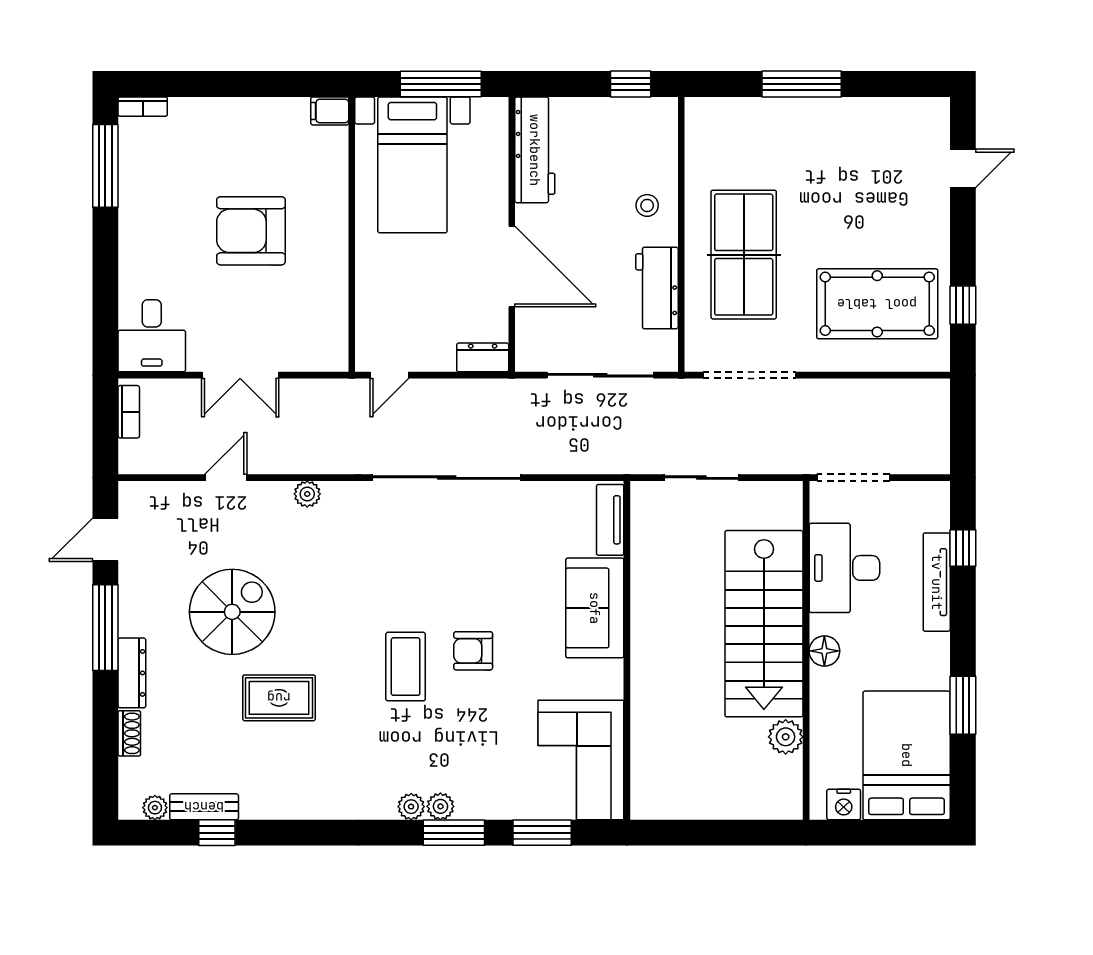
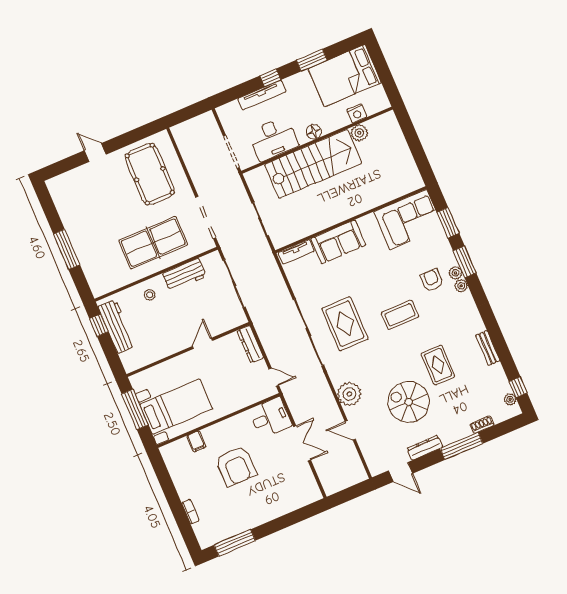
bookcase: (143, 107) -> (190, 512), moved
filing cabinet: (330, 111) -> (196, 441), moved
workbench: (535, 150) -> (117, 326), moved, turned 90
door: (963, 168) -> (95, 153), moved
door: (512, 266) -> (202, 343), width x0.53
window: (963, 305) -> (134, 136), removed
desk: (152, 336) -> (270, 418), moved
dresser: (483, 357) -> (250, 344), width x1.44
bookcase: (129, 412) -> (339, 486), removed
plant: (307, 494) -> (349, 394), width x1.88, depth x1.88
window: (963, 548) -> (270, 78), moved
rug: (433, 554) -> (345, 324), added
window: (105, 628) -> (461, 446), moved
armchair: (473, 651) -> (432, 280), moved, turned 180
dresser: (132, 673) -> (425, 448), moved
nightstand: (844, 804) -> (357, 113), moved, turned 90
bench: (204, 807) -> (488, 348), moved
window: (217, 833) -> (518, 387), moved

